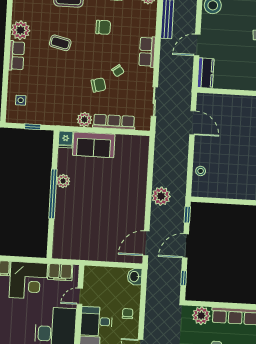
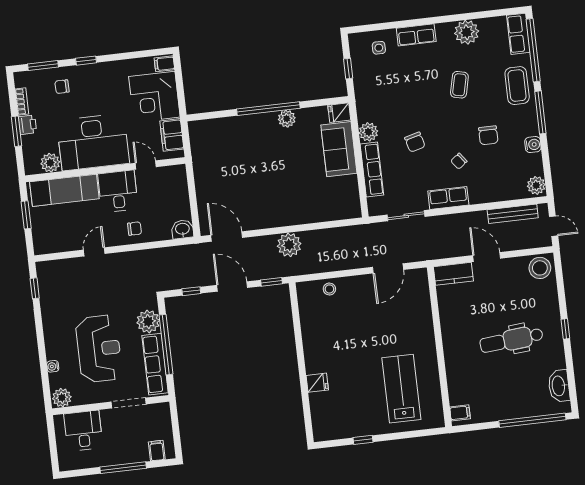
row of seats: (147, 52) -> (448, 198), moved
row of seats: (17, 56) -> (416, 35), moved
chair: (118, 71) -> (459, 161), moved
window: (222, 305) -> (166, 345), added

